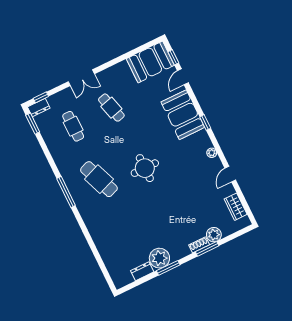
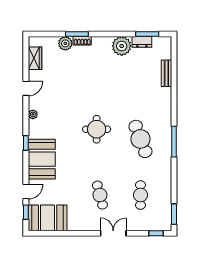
dresser: (39, 108) -> (162, 225), removed
bench: (105, 253) -> (166, 73), added
window: (168, 268) -> (147, 34), moved

